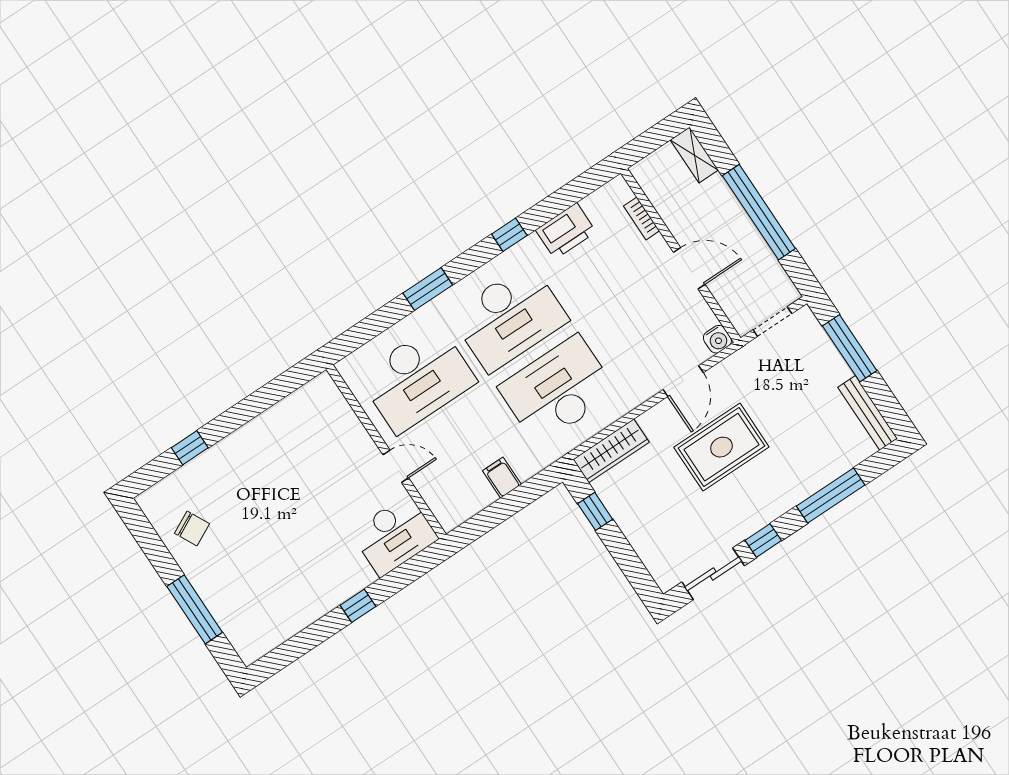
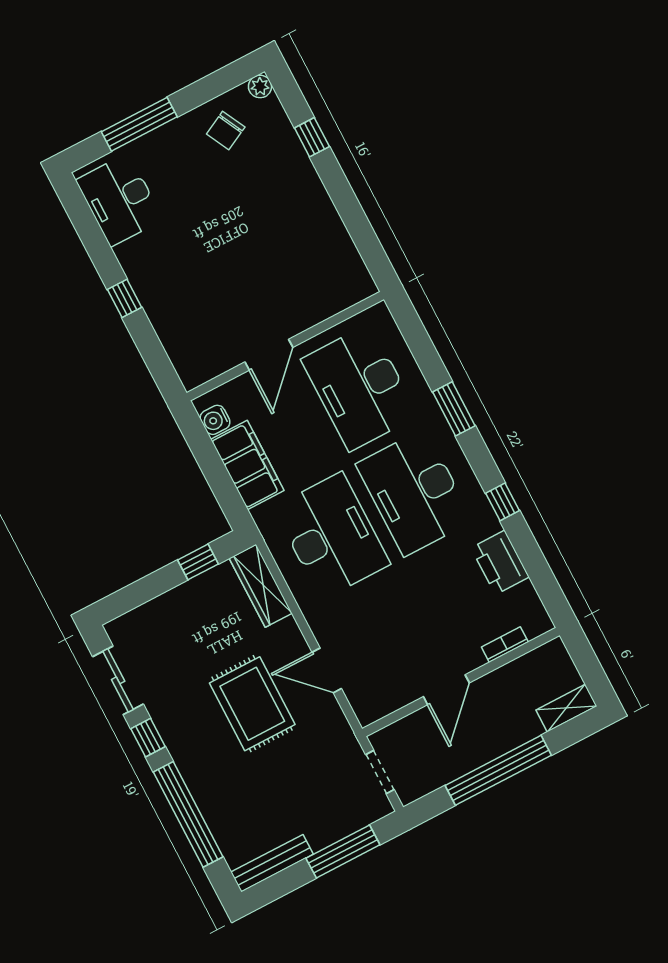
water cooler: (717, 339) -> (215, 420), moved
door: (396, 466) -> (269, 355), width x1.38
filing cabinet: (502, 478) -> (247, 465), width x3.00, depth x1.17
window: (831, 496) -> (188, 814), width x1.46
plant: (148, 501) -> (260, 86), added
desk: (394, 535) -> (119, 200), moved

